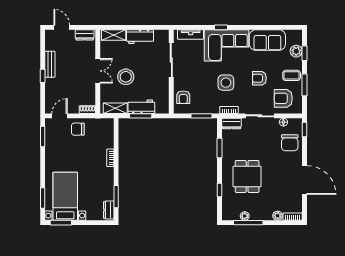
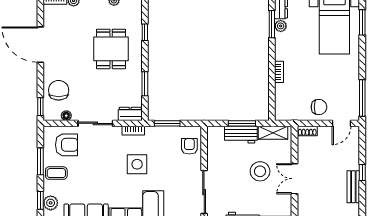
armchair: (259, 78) -> (96, 170), removed
window: (43, 136) -> (362, 98), width x1.44
plant: (109, 195) -> (281, 26), added

